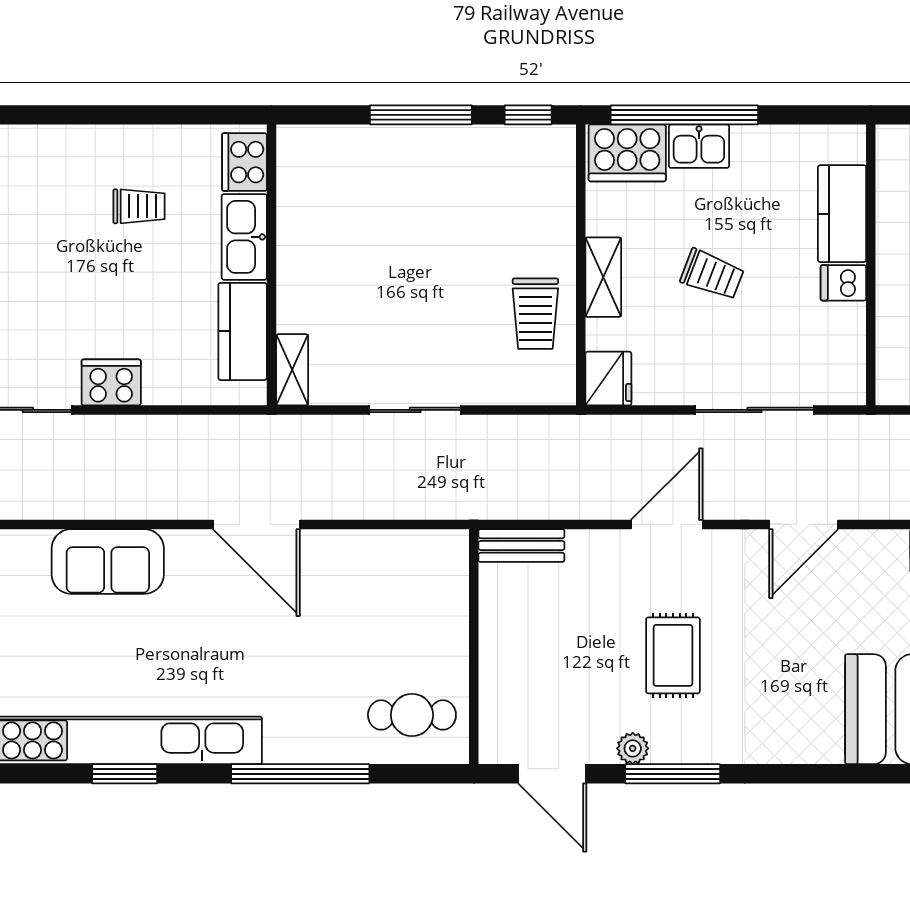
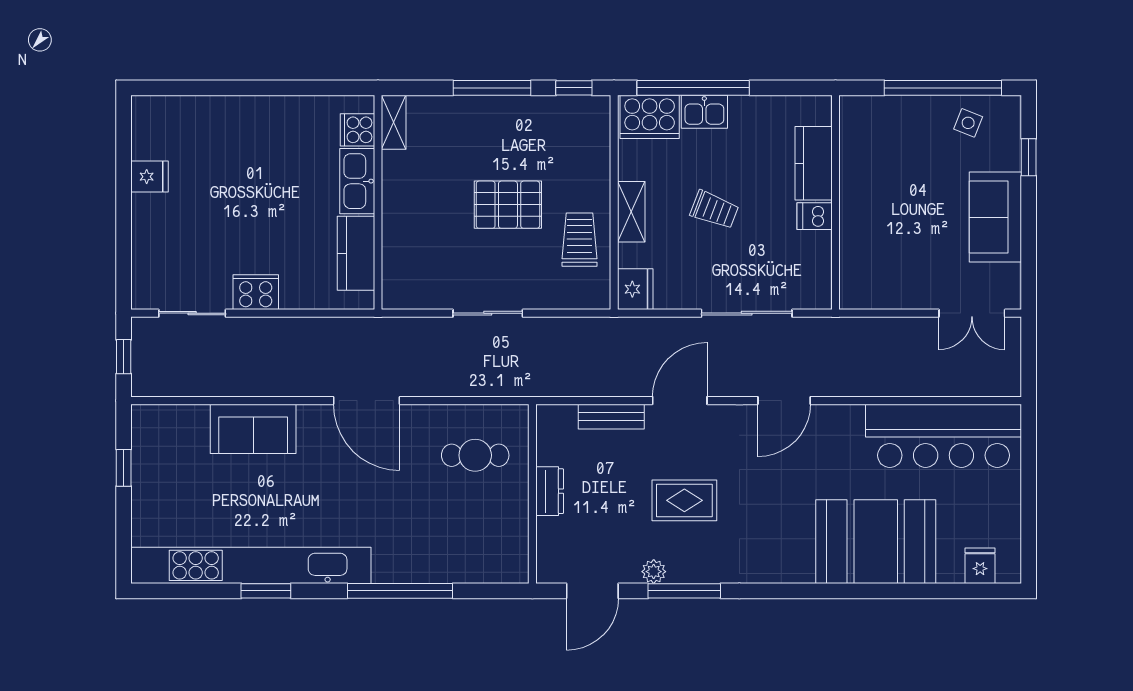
cooker: (244, 162) -> (357, 130), width x0.73
trolley: (139, 206) -> (277, 158), removed
pallet: (442, 268) -> (508, 205), added
trolley: (535, 314) -> (579, 240), turned 180
shelving: (292, 370) -> (394, 122), moved
bench: (521, 546) -> (611, 417), moved
dresser: (496, 643) -> (550, 491), added
rug: (673, 655) -> (684, 500), turned 90
cafe table: (412, 715) -> (475, 455), moved
door: (552, 774) -> (592, 591), hinge flipped

